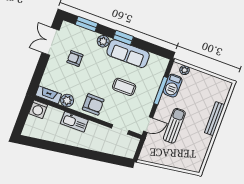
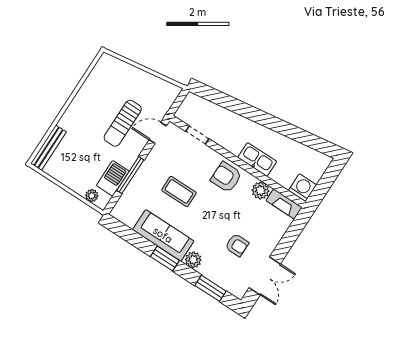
bench: (214, 119) -> (48, 148), moved

